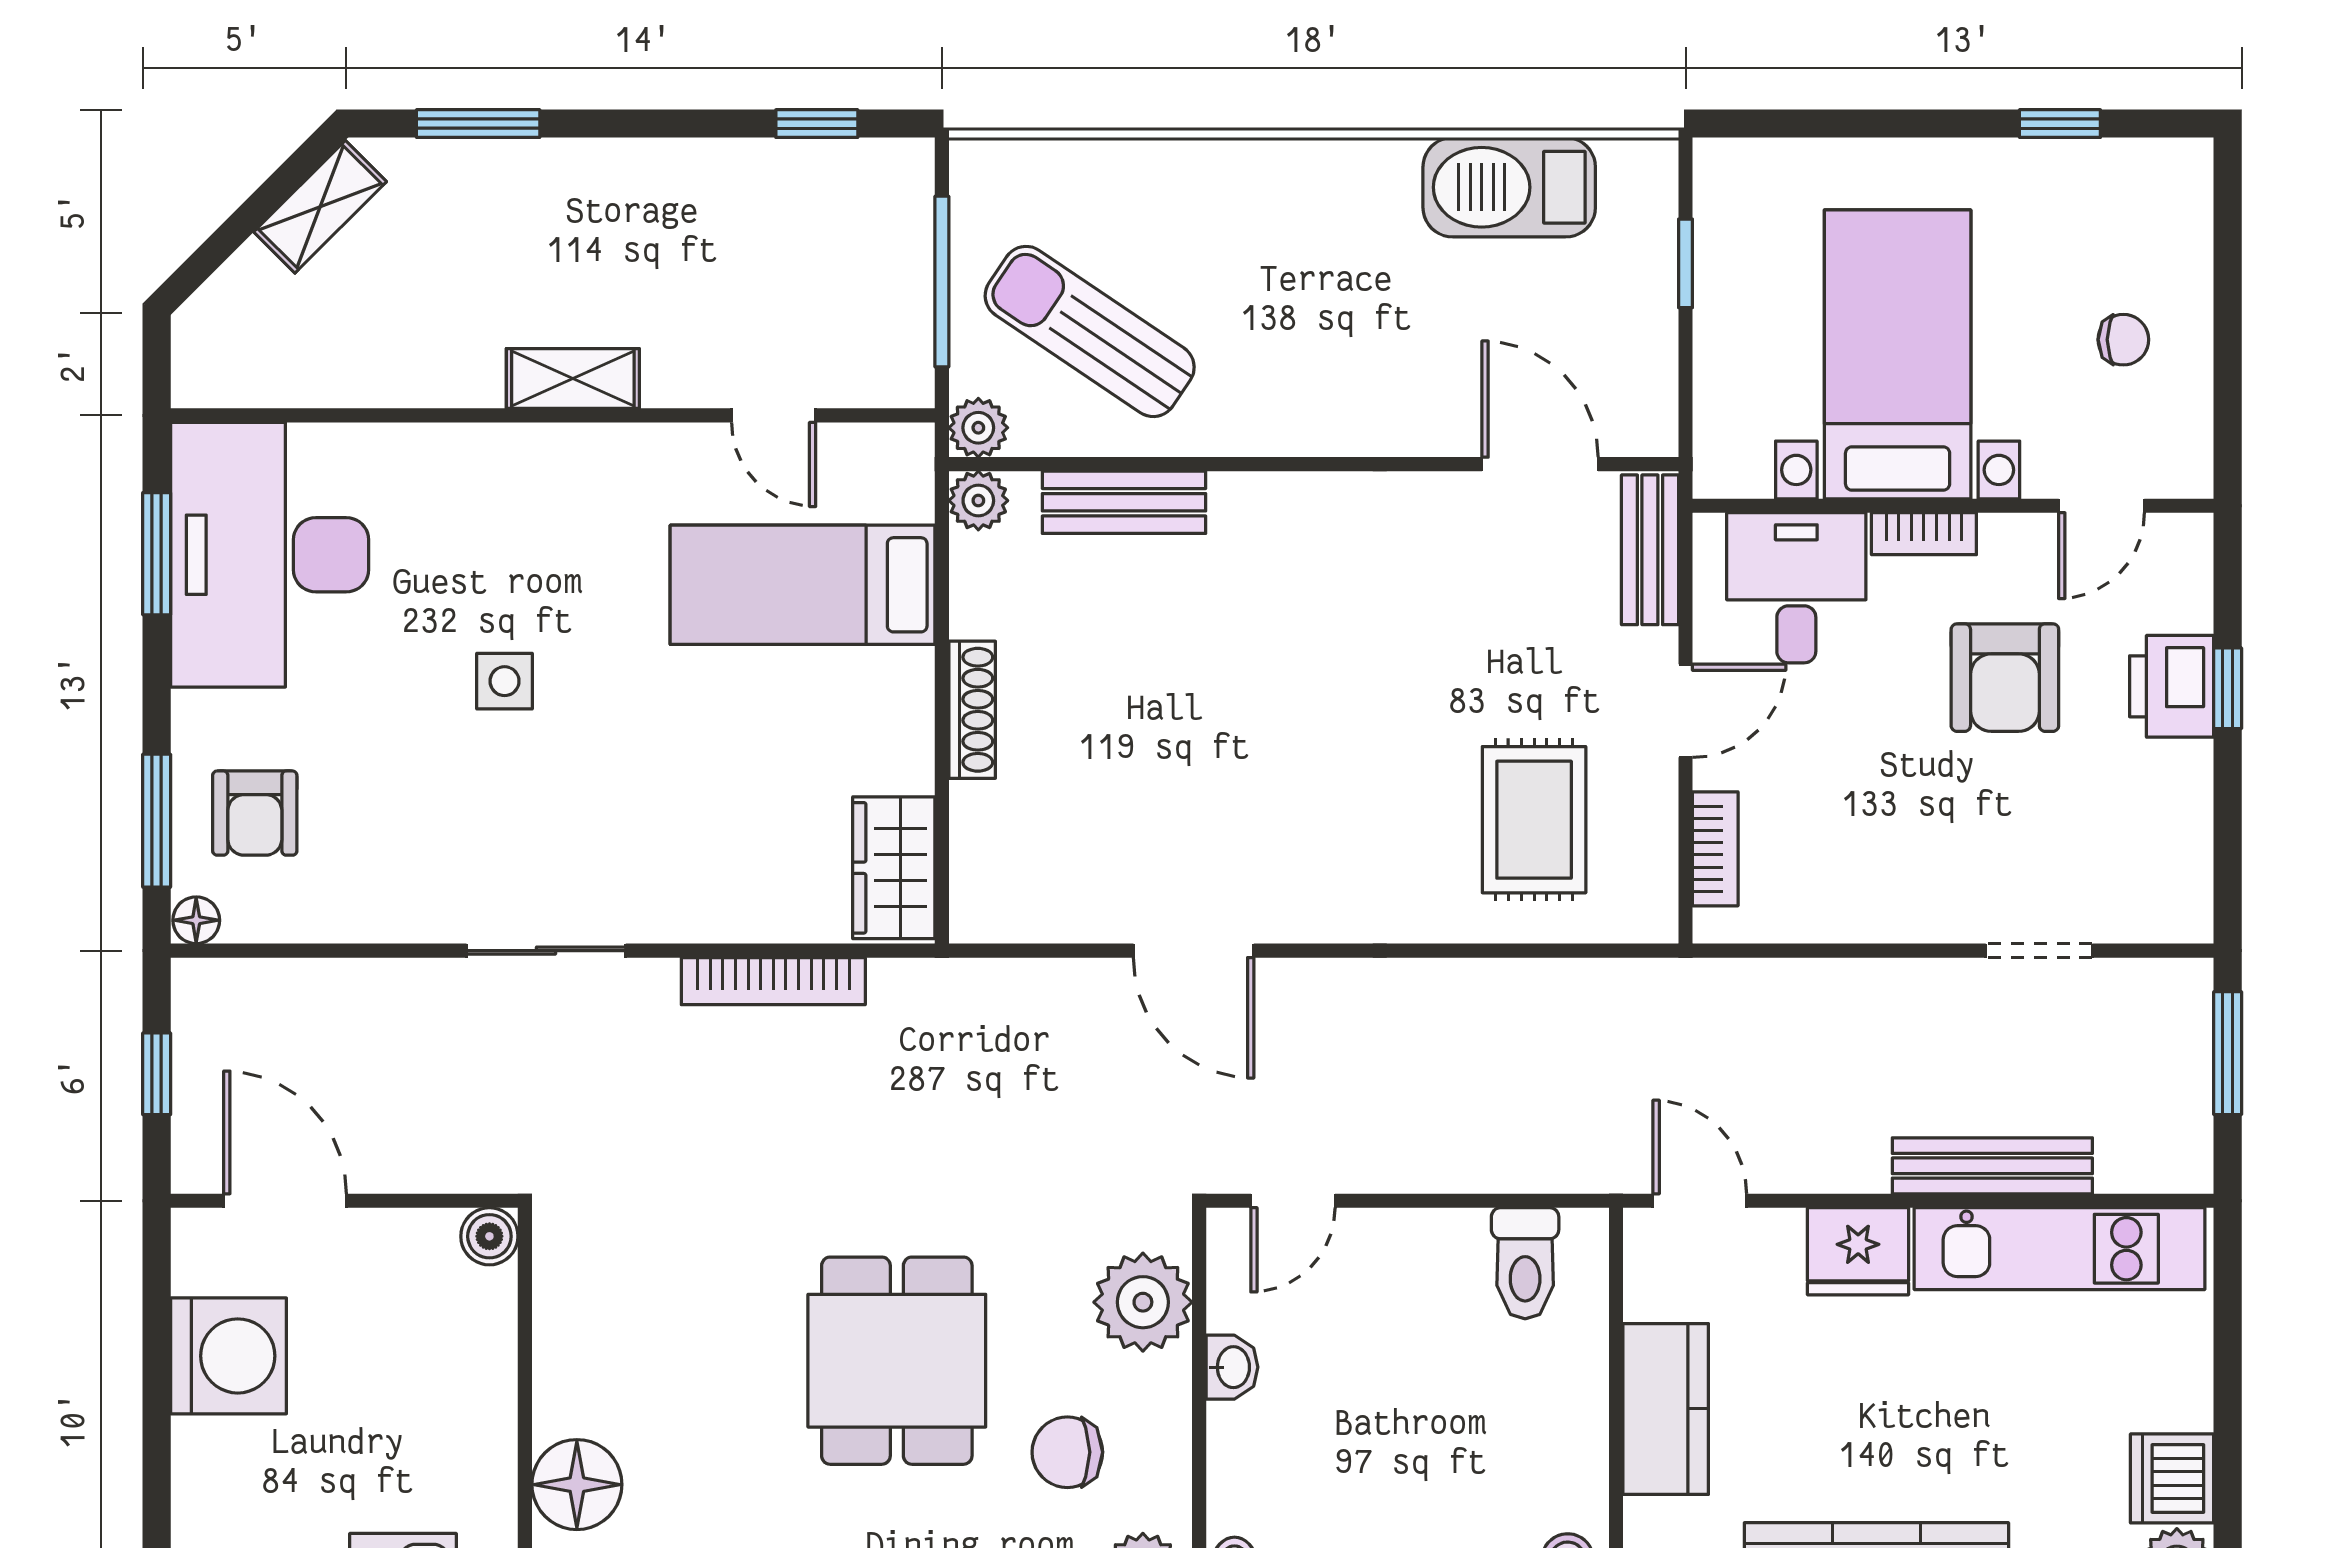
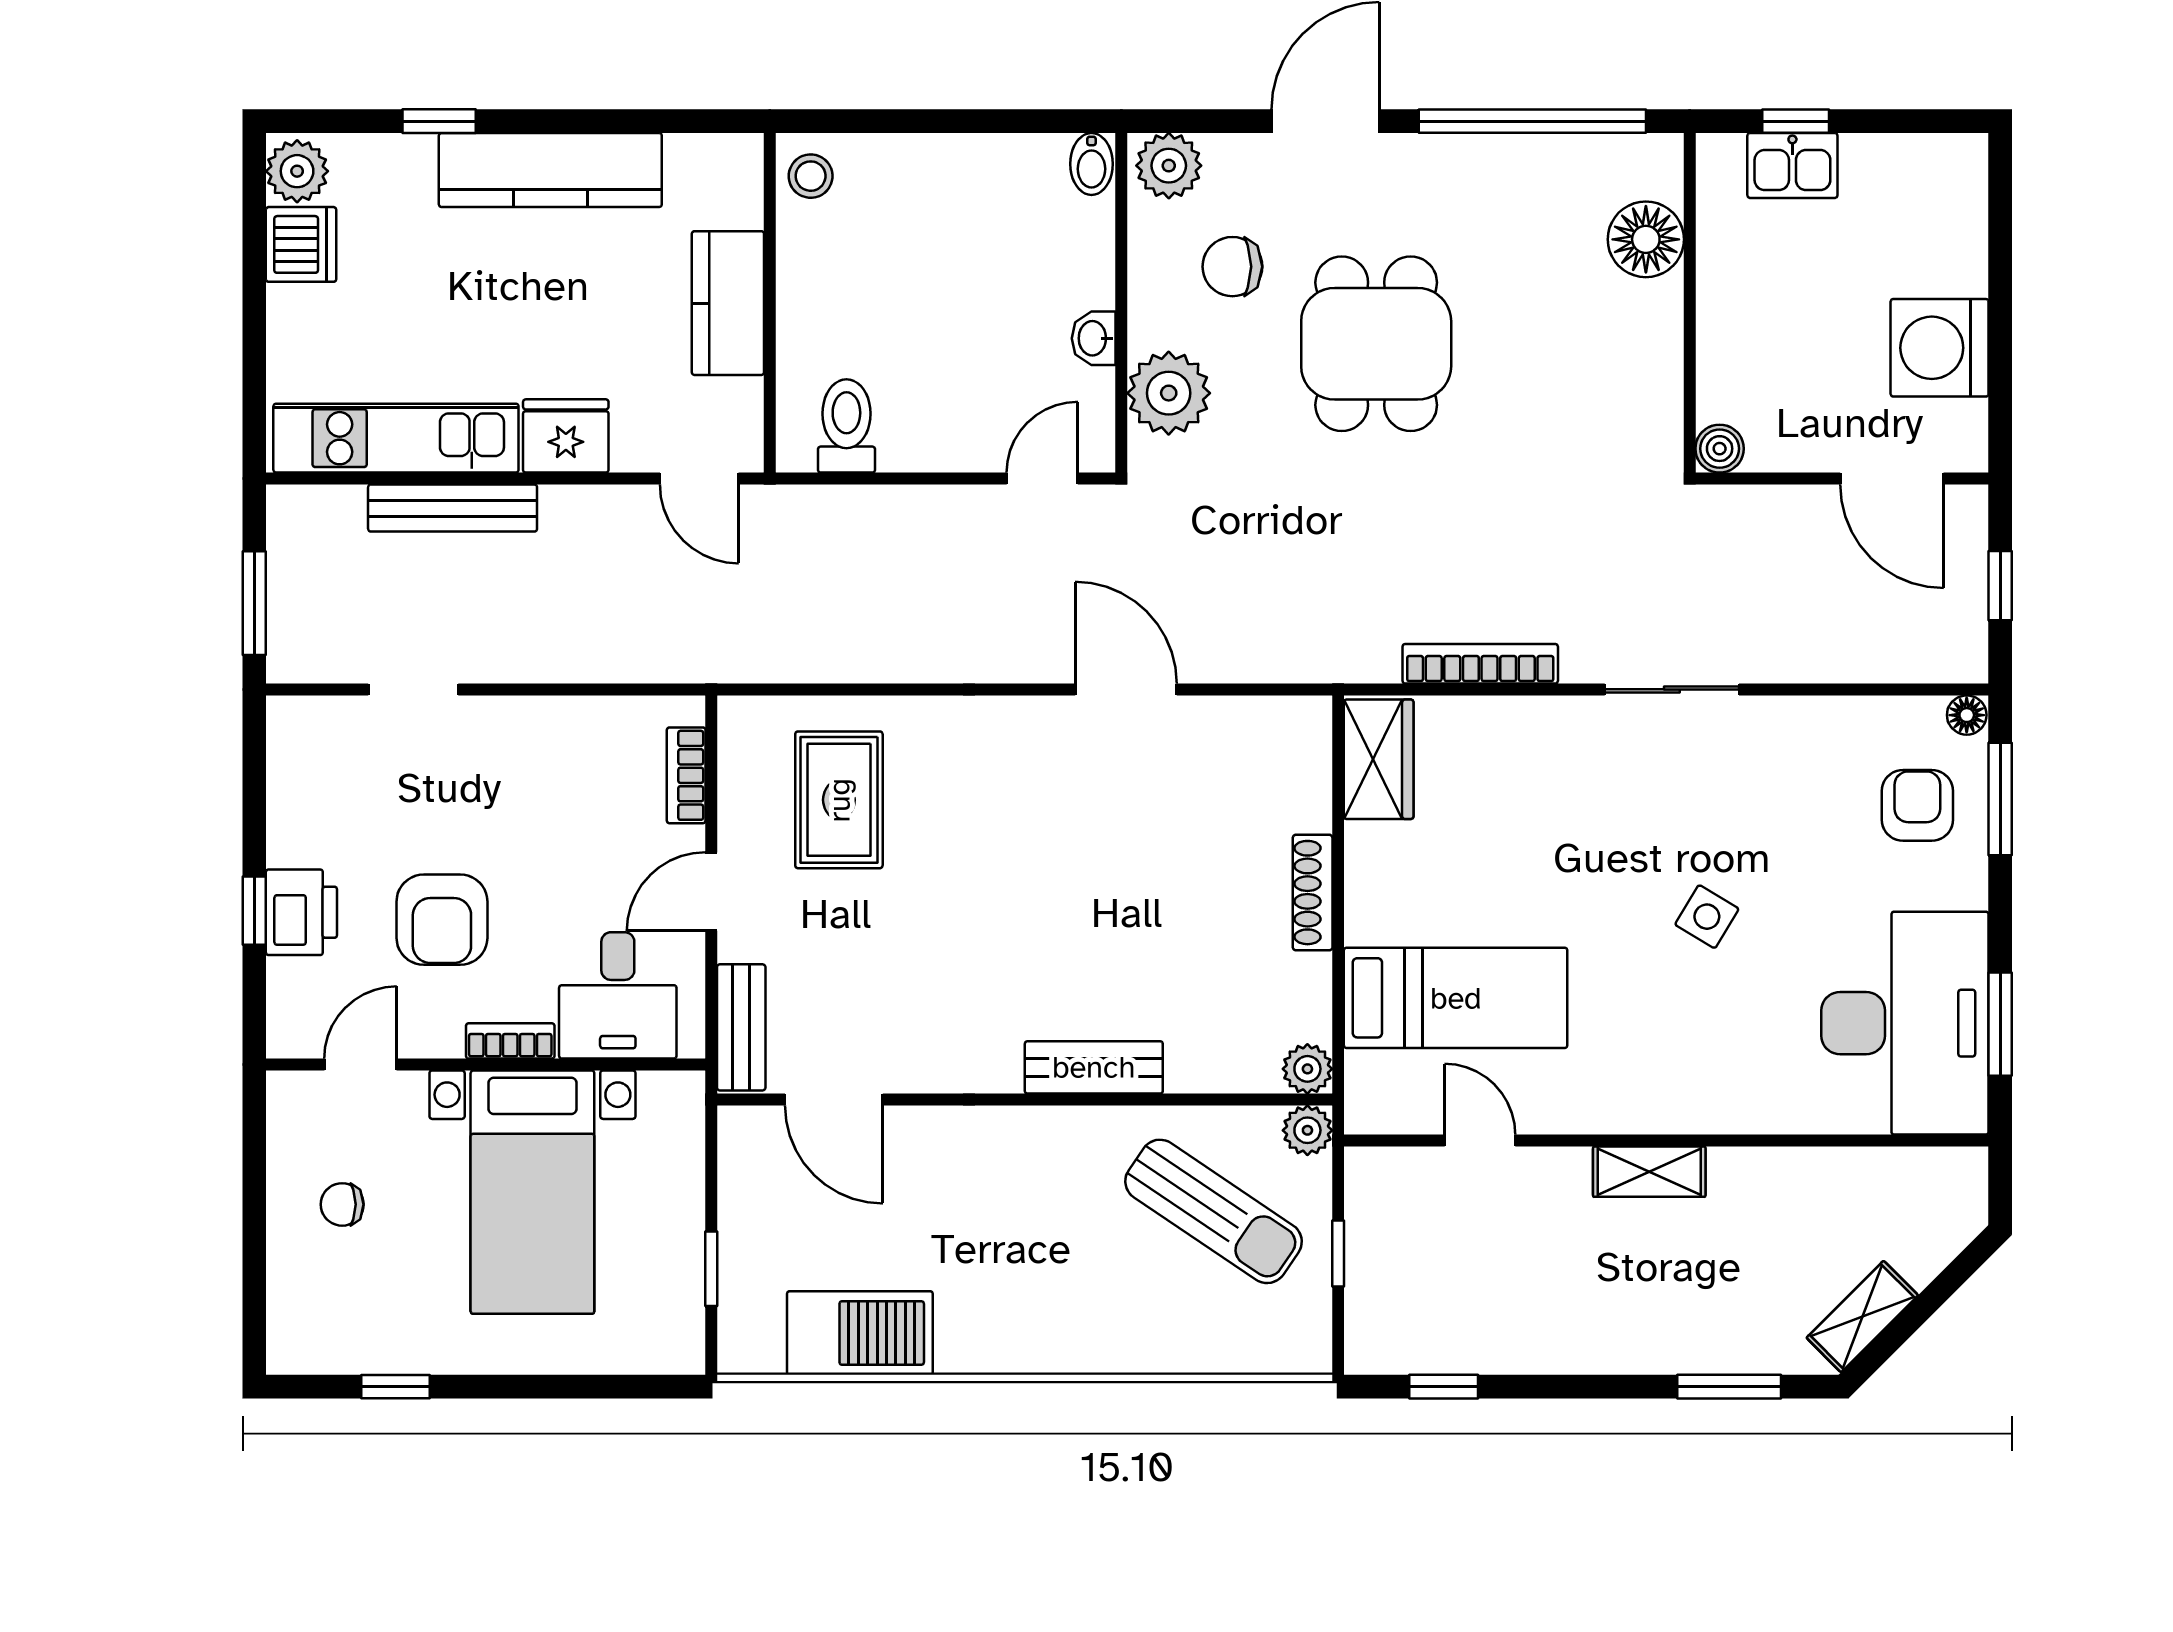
window: (942, 282) -> (1338, 1253), width x0.46
bench: (1124, 502) -> (1094, 1067), moved
armchair: (2005, 678) -> (442, 920), turned 180
side table: (505, 681) -> (1707, 917), turned 31
chair: (1067, 1452) -> (1232, 267), turned 180

